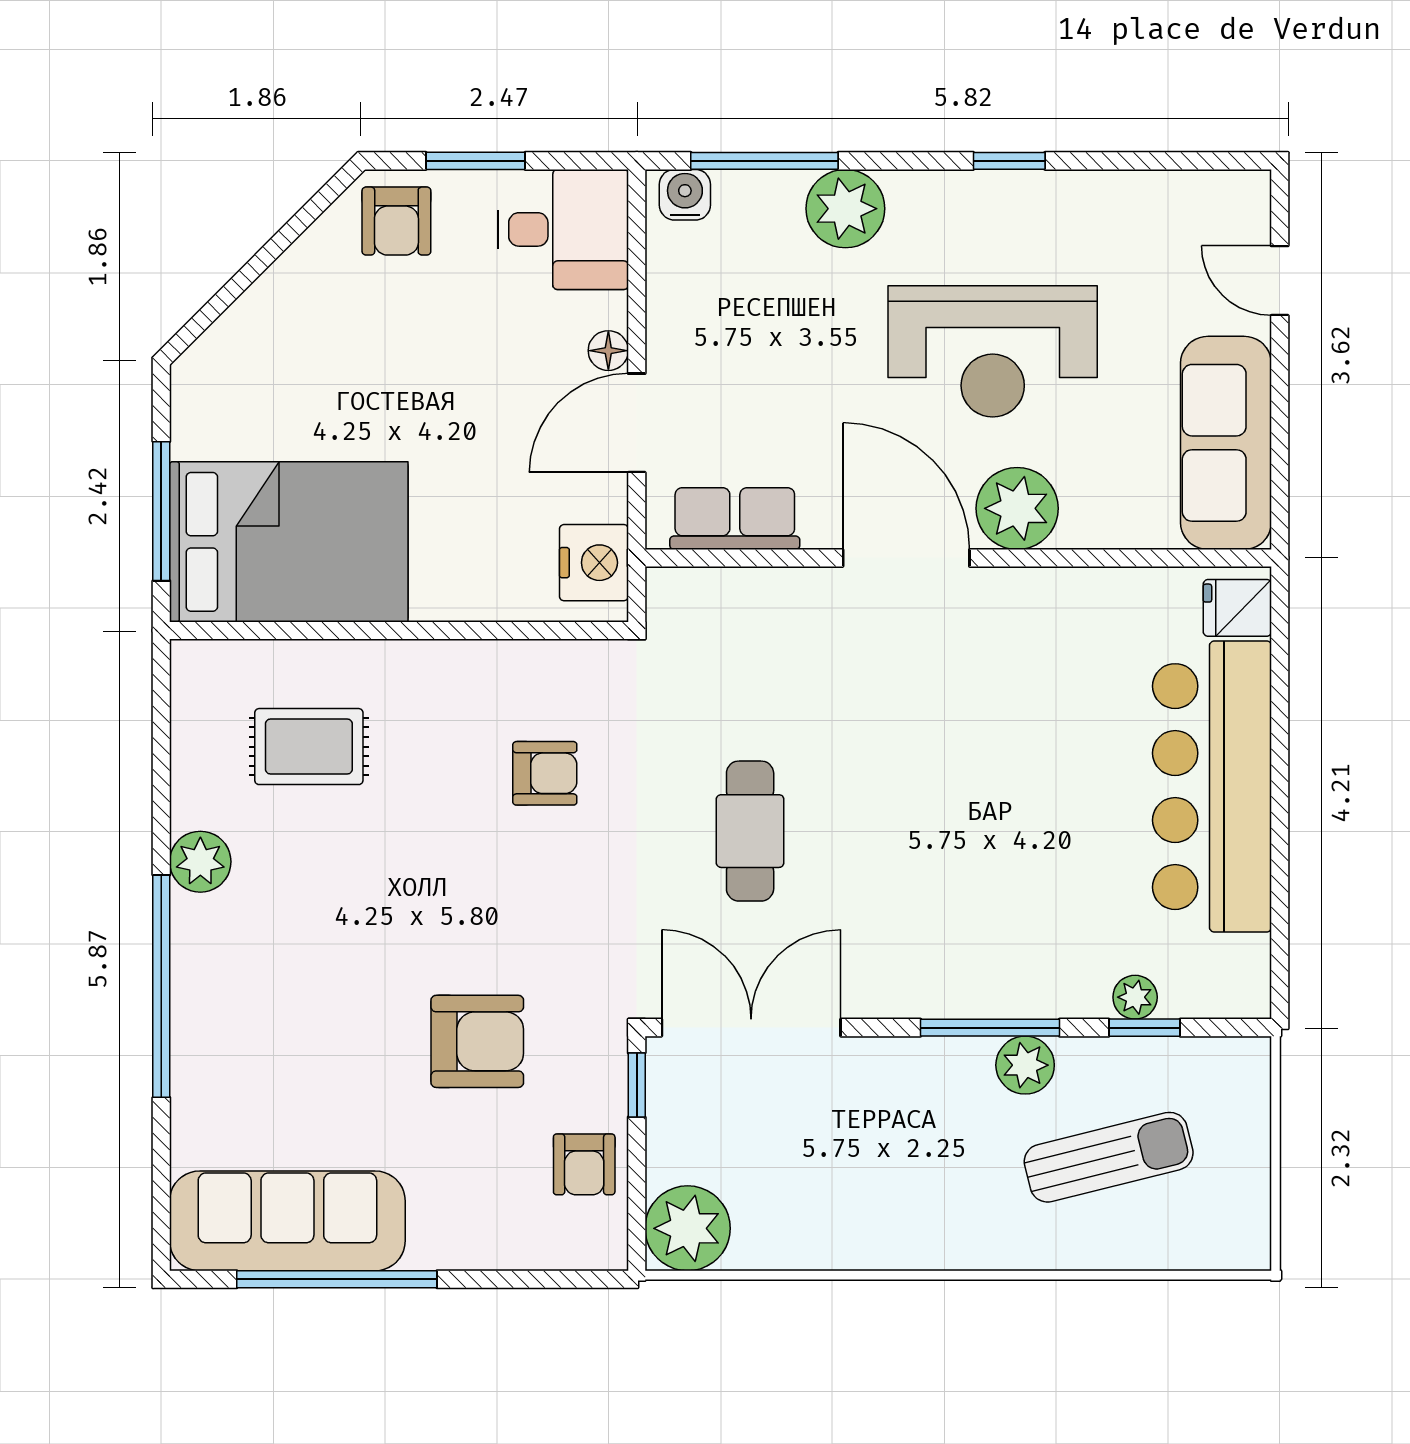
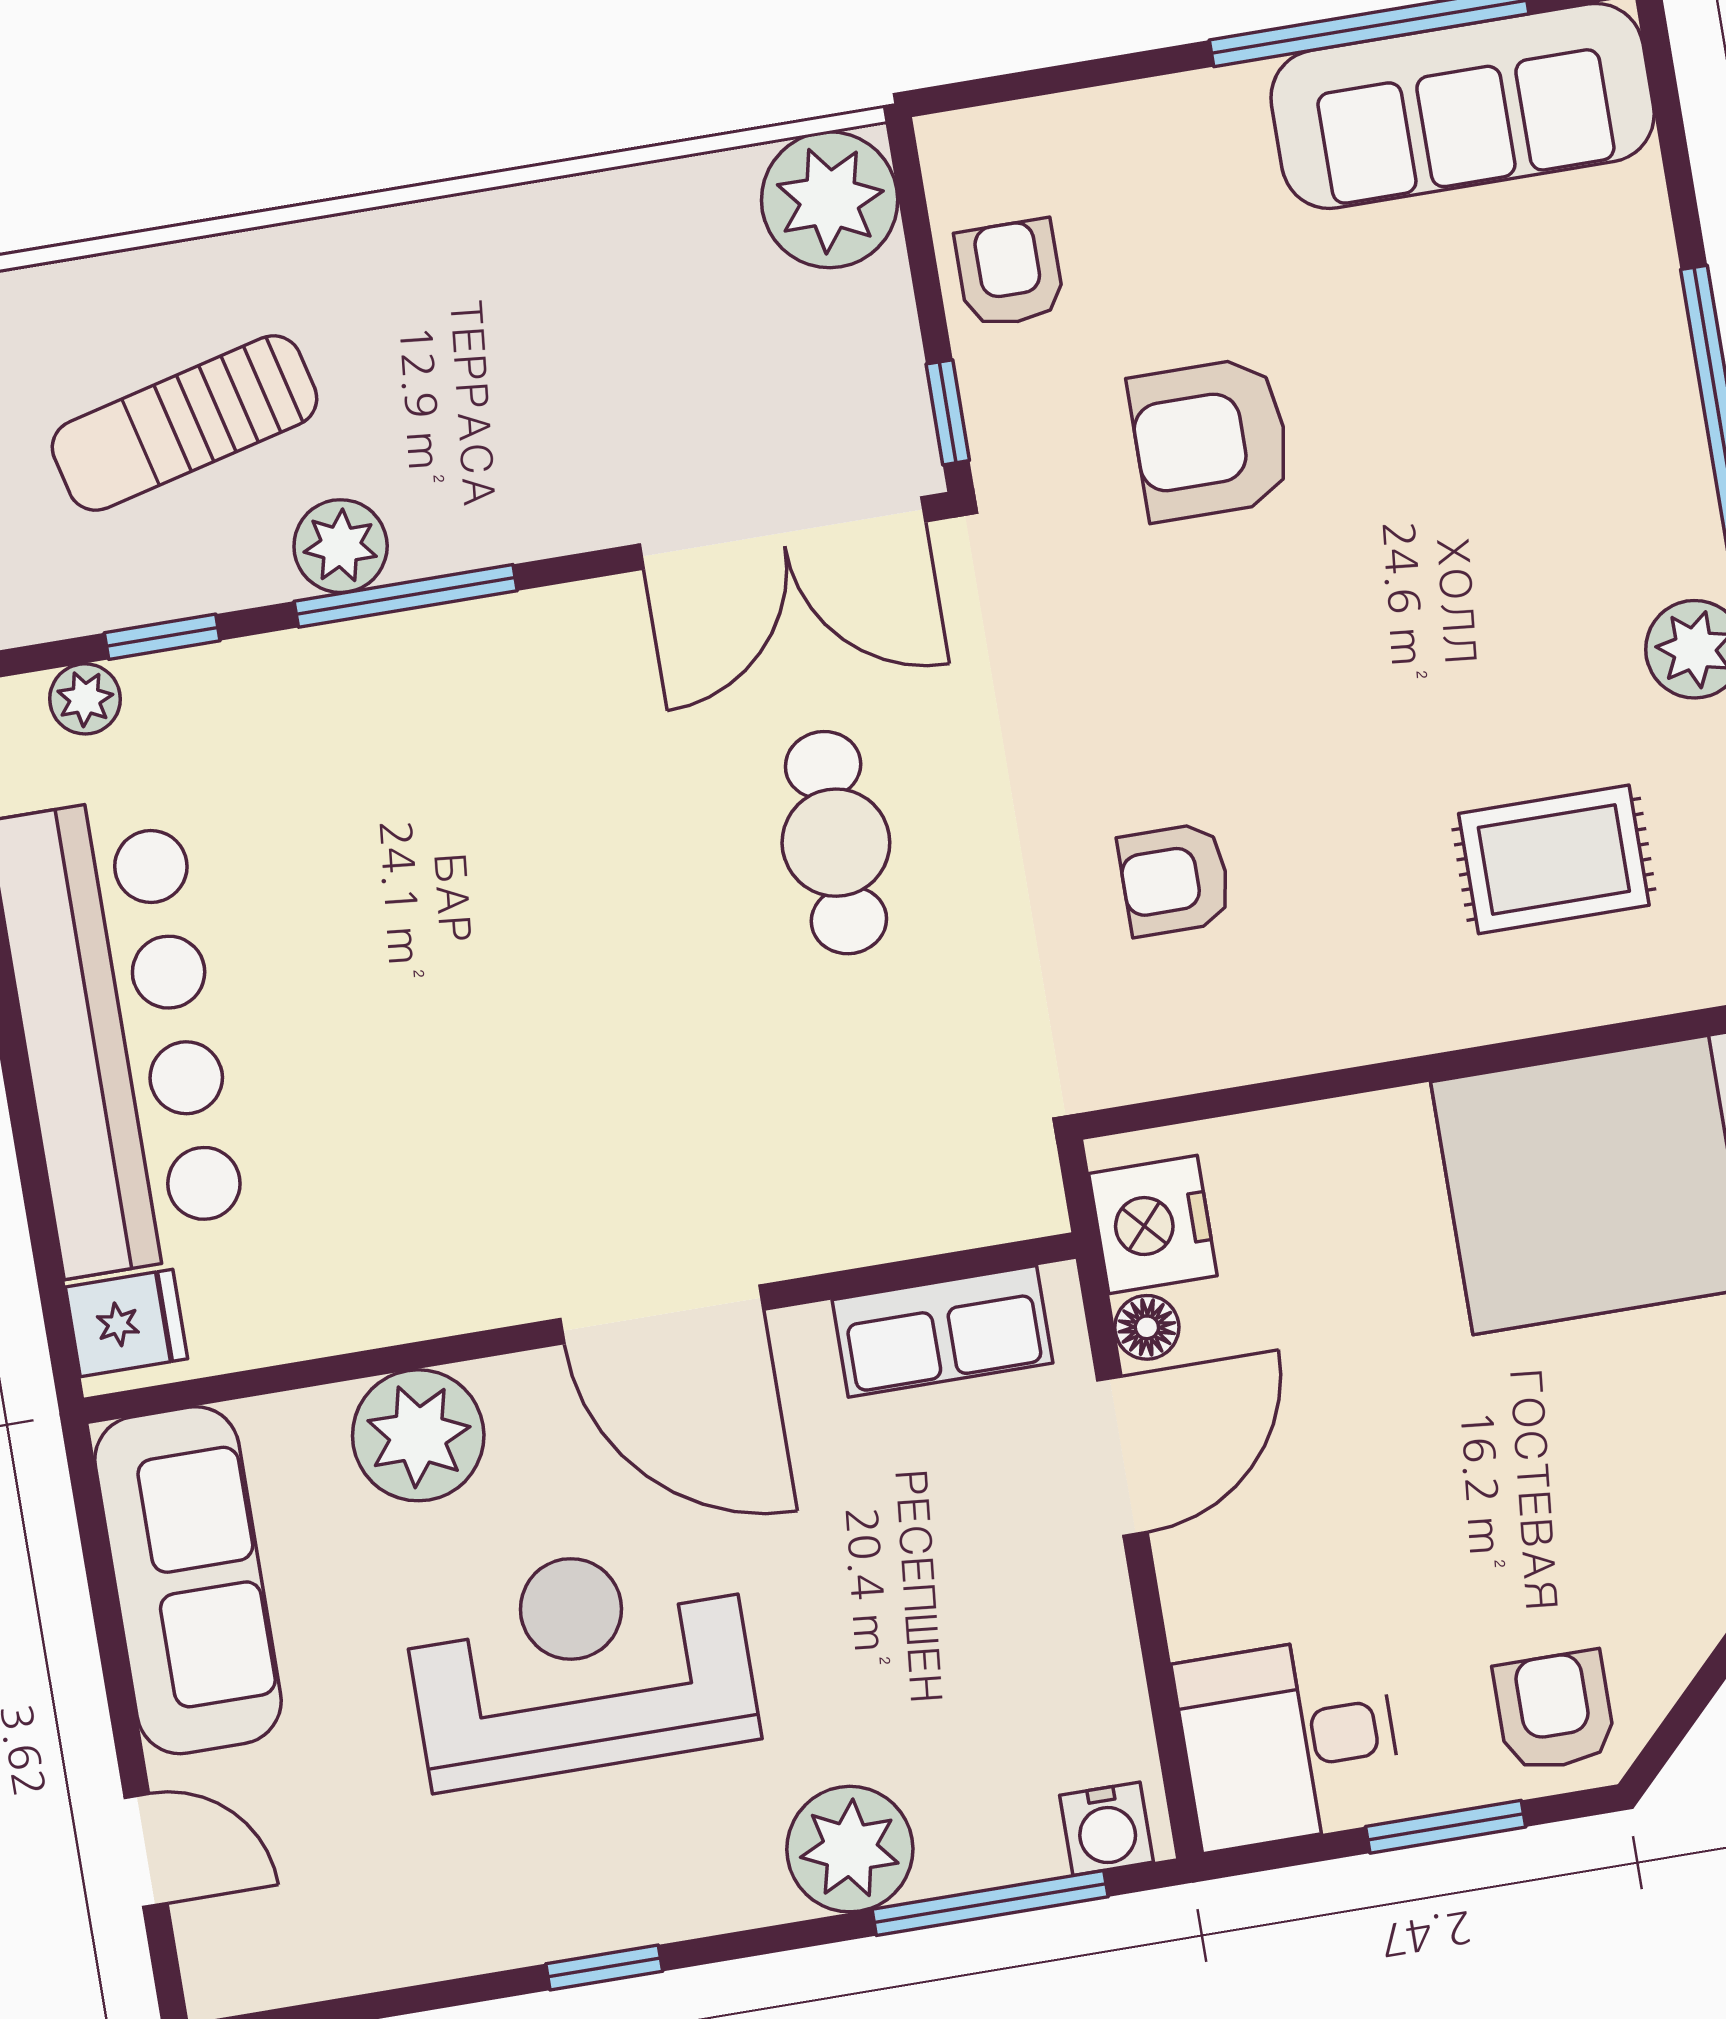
floor lamp: (608, 351) -> (1147, 1327), moved
plant: (1017, 508) -> (418, 1435), moved
plant: (1135, 997) -> (85, 699), moved

